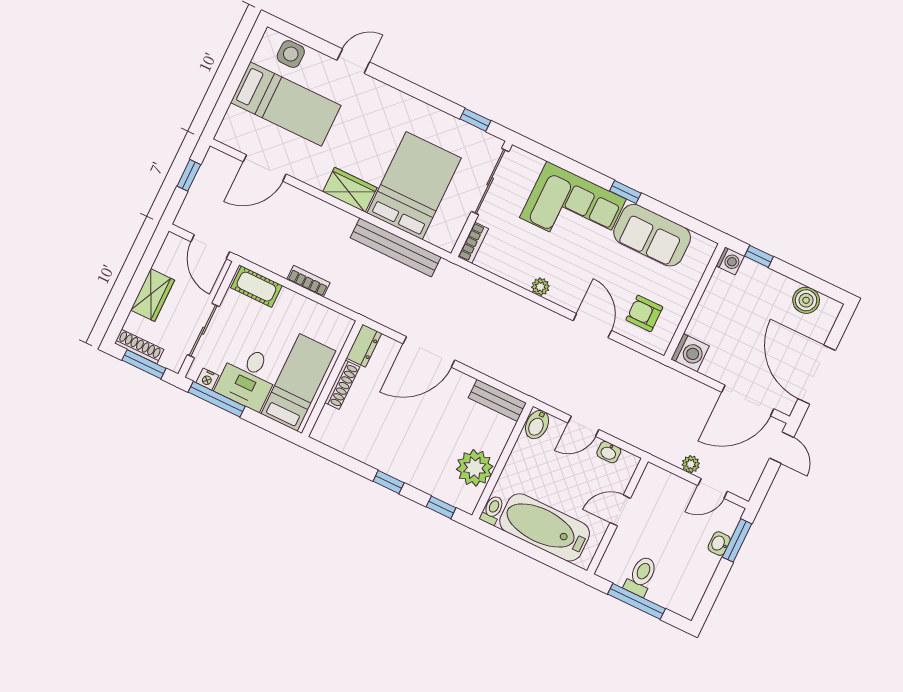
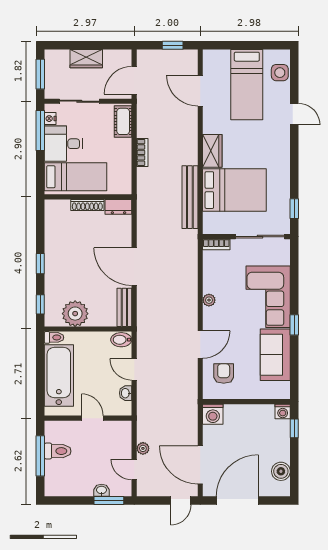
shoe rack: (139, 346) -> (50, 66), removed
door: (429, 352) -> (134, 267), moved

